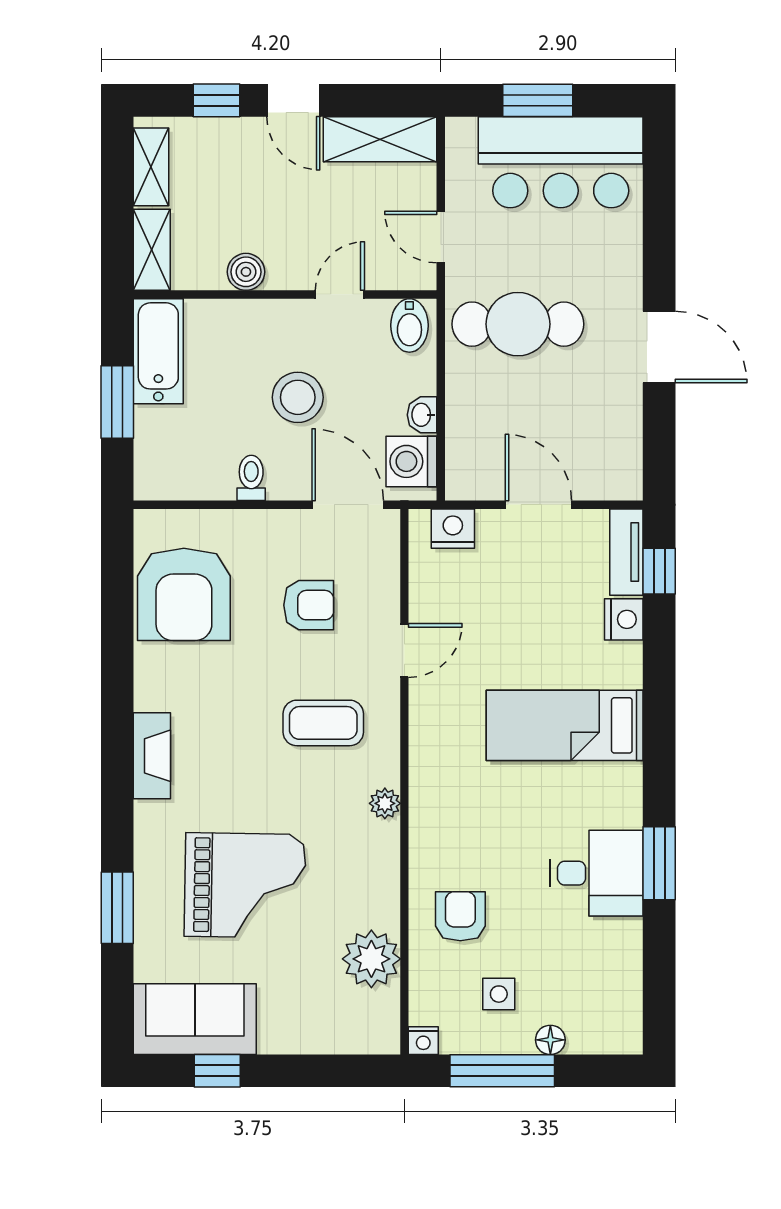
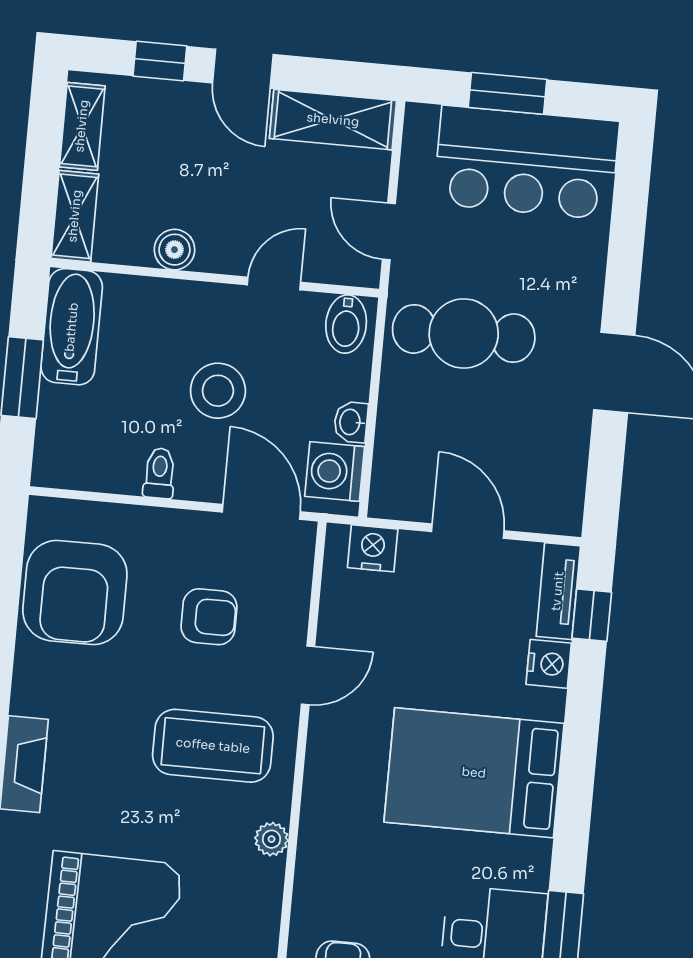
coffee table: (323, 723) -> (213, 746), width x1.36, depth x1.32
bed: (565, 725) -> (474, 773), width x1.50

